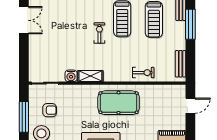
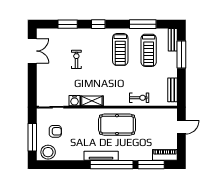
exercise bike: (99, 33) -> (76, 59), moved

